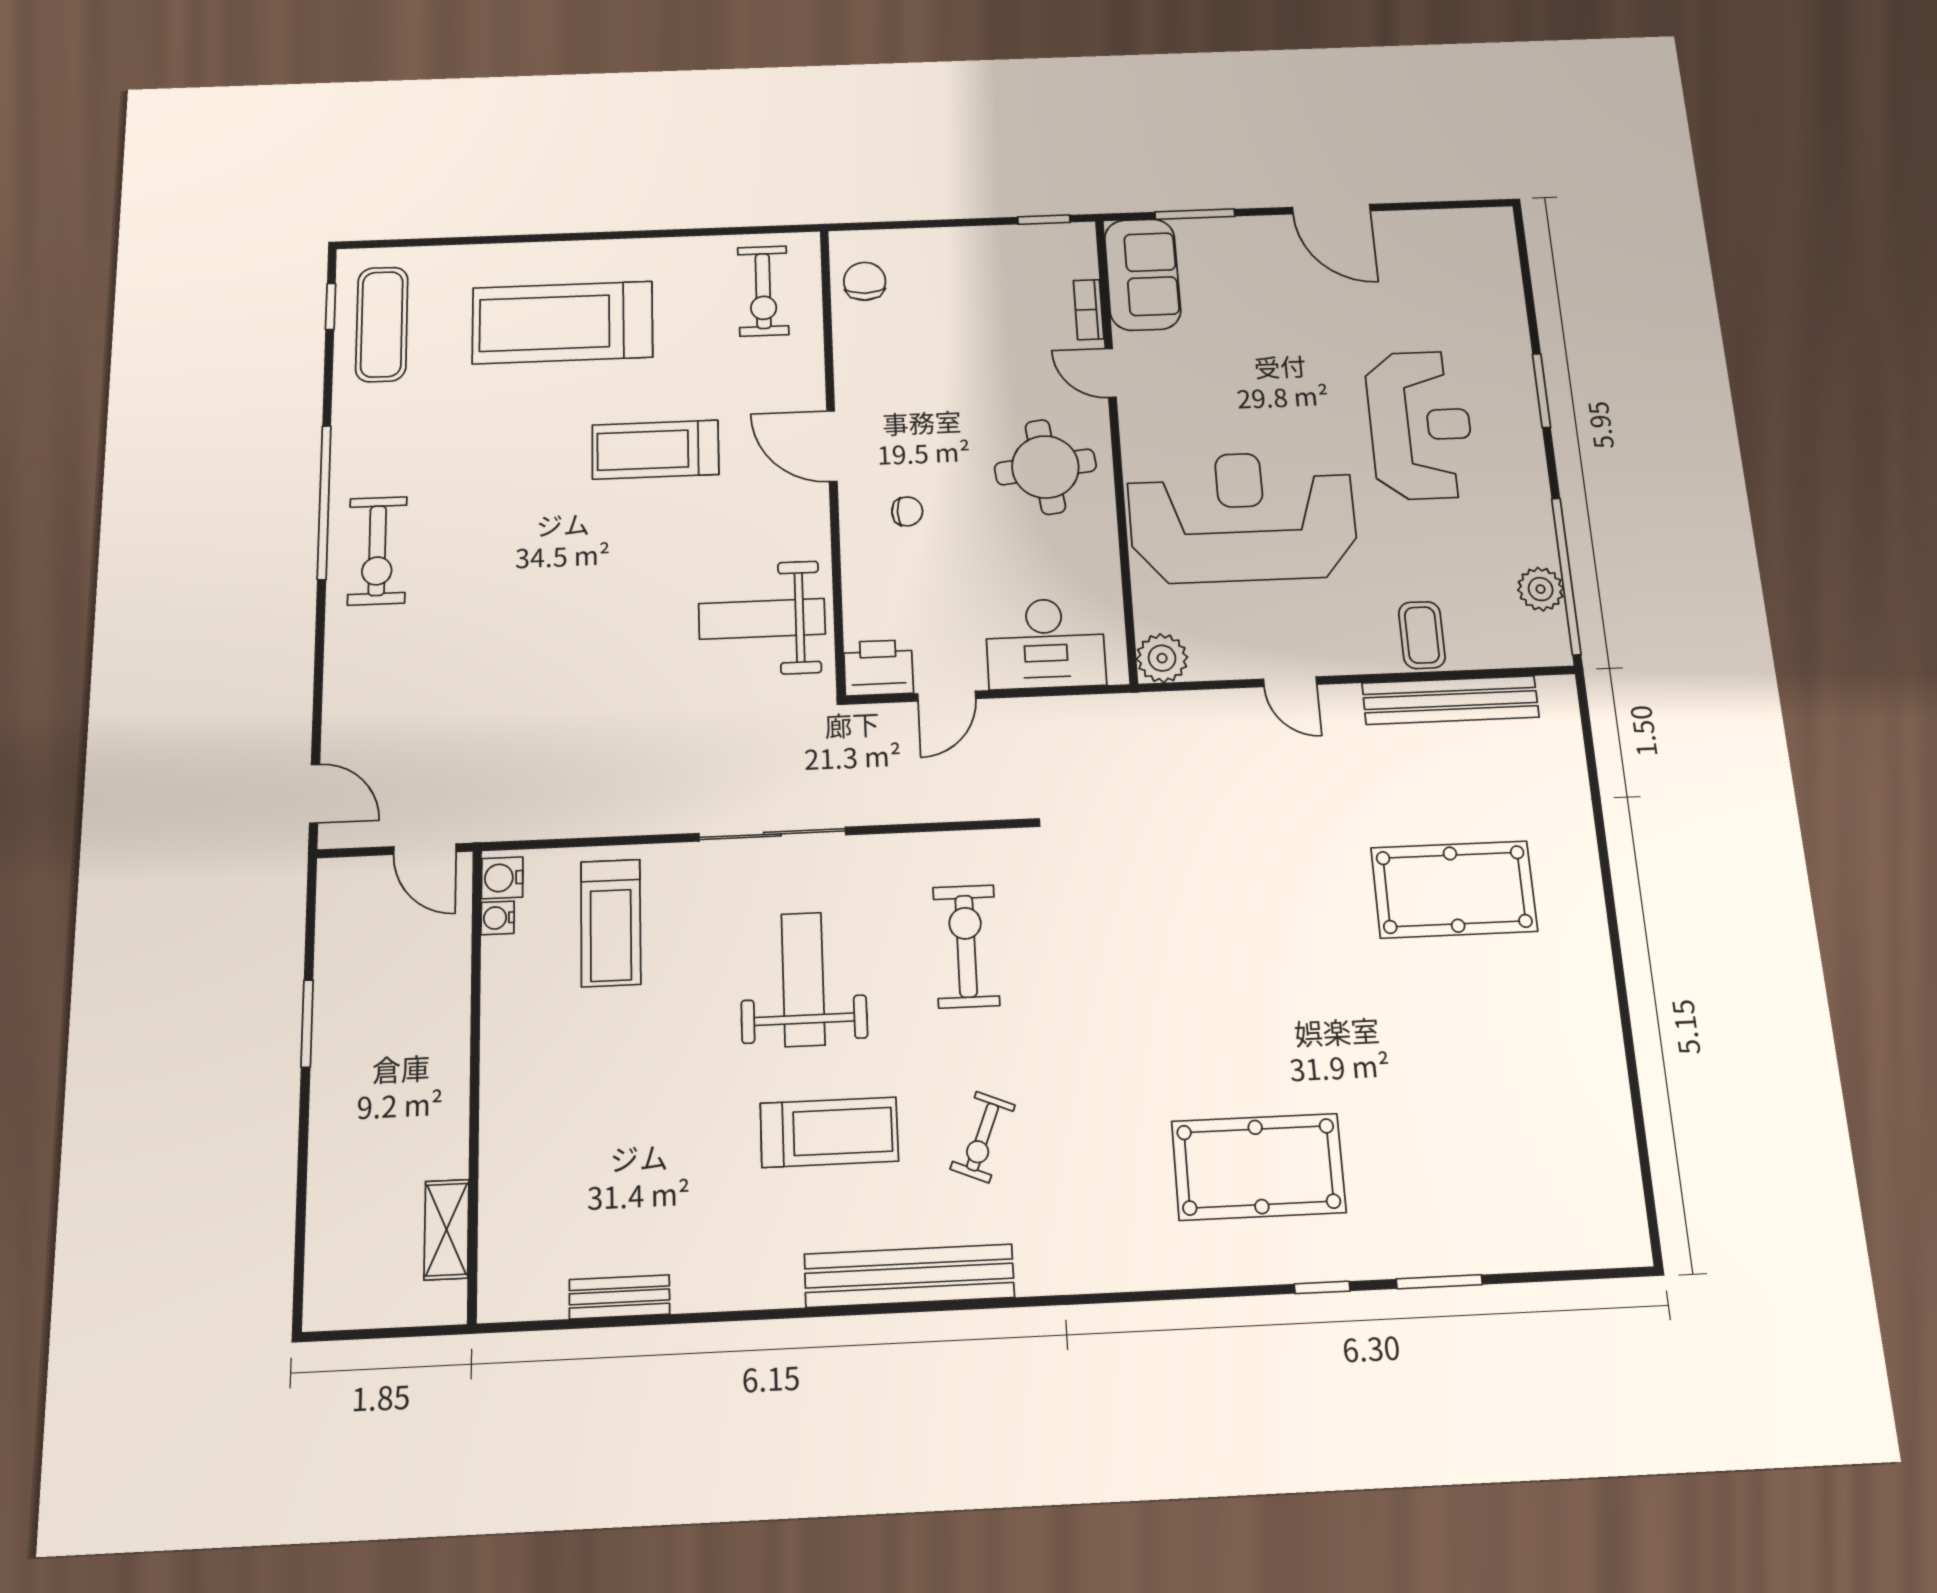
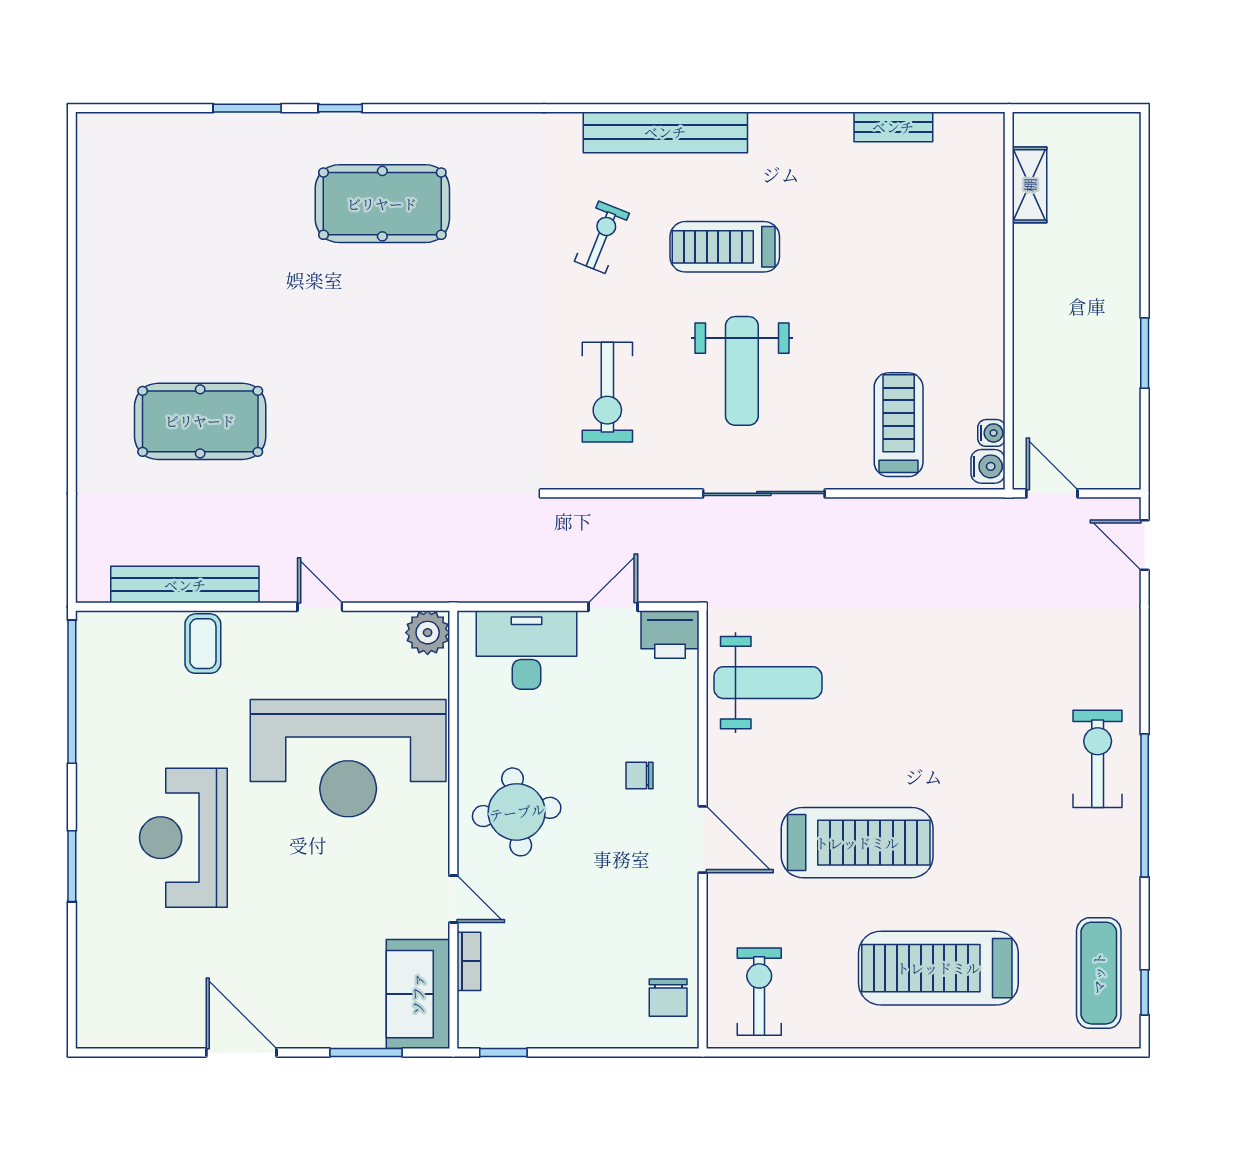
treadmill: (562, 322) -> (938, 968), turned 180
treadmill: (655, 450) -> (857, 843), width x1.37, depth x1.38
plant: (1541, 589) -> (96, 681), removed

